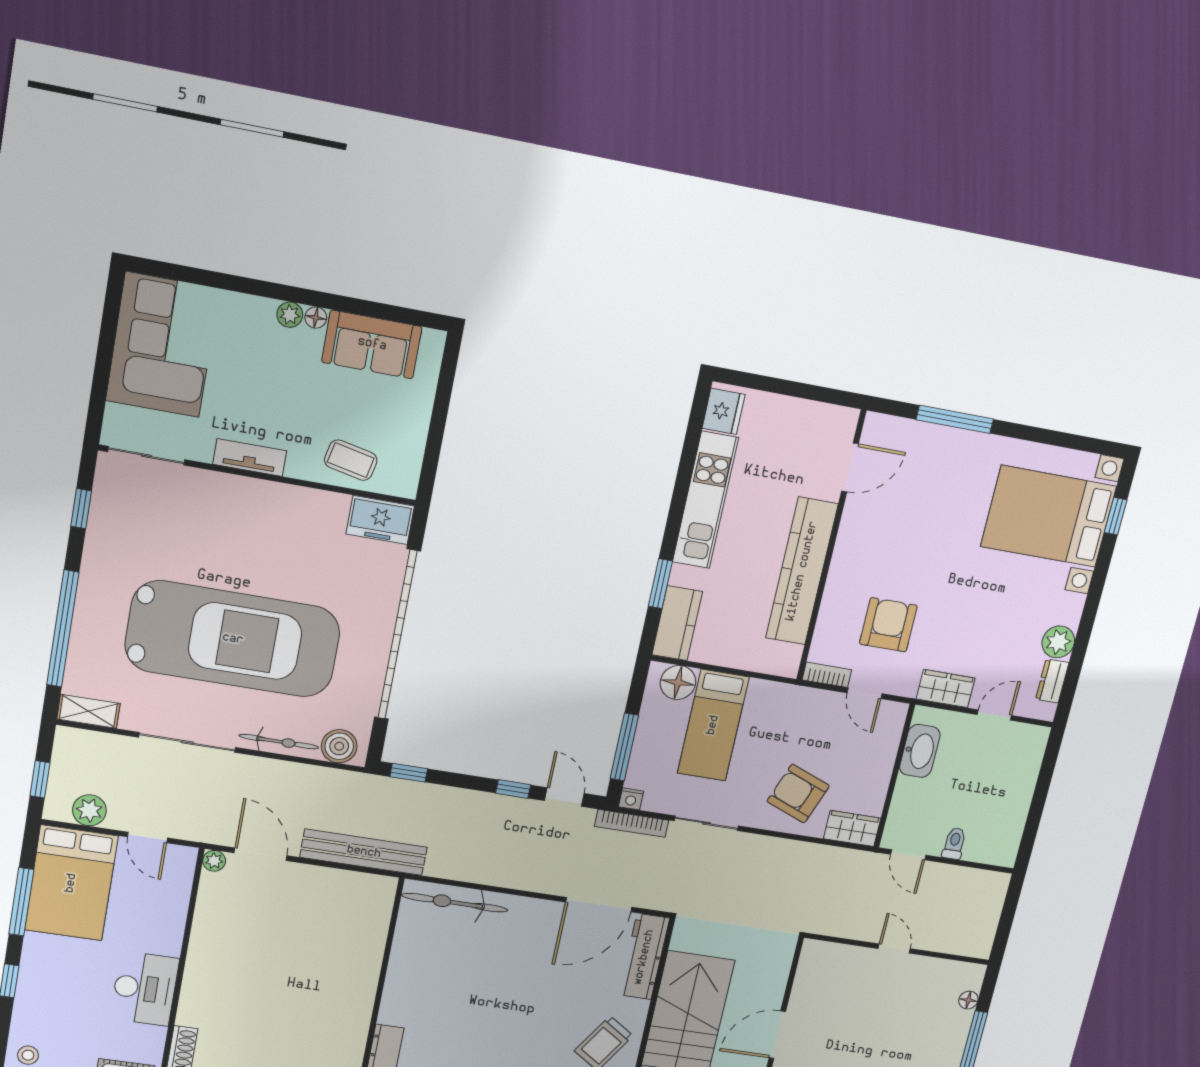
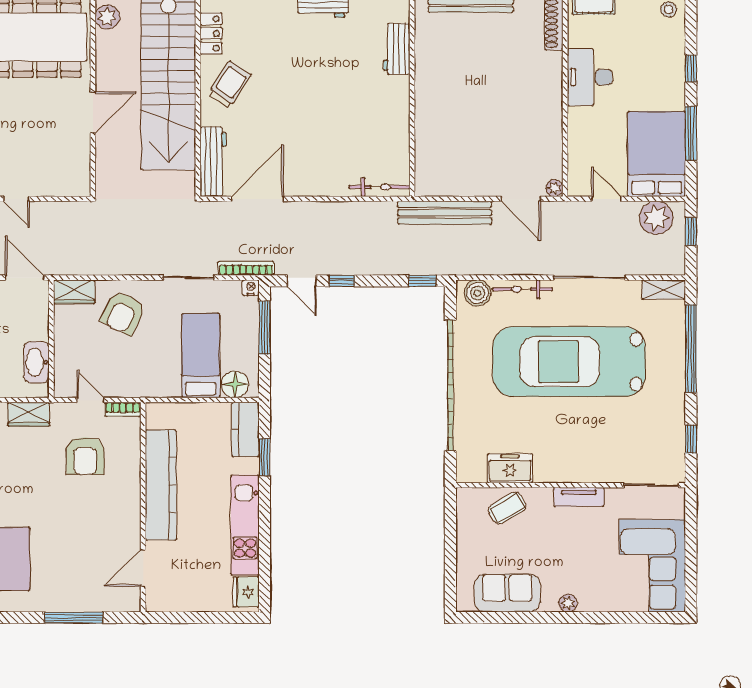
floor lamp: (316, 318) -> (550, 604), removed
coffee table: (351, 460) -> (507, 508), turned -42
freezer: (380, 520) -> (510, 468), moved
armchair: (798, 794) -> (123, 313), turned 96
plant: (89, 810) -> (656, 218), width x1.36, depth x1.36
door: (908, 855) -> (25, 278), width x1.38
bicycle: (455, 903) -> (379, 187), width x0.73, depth x0.71

